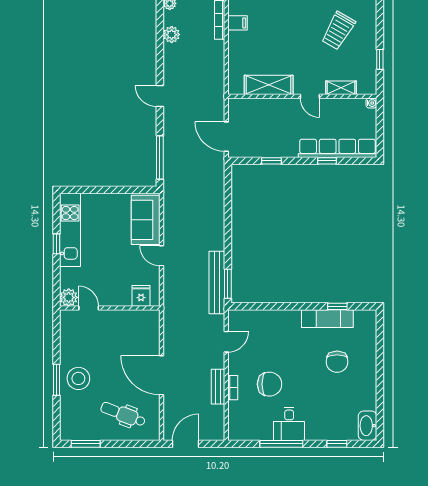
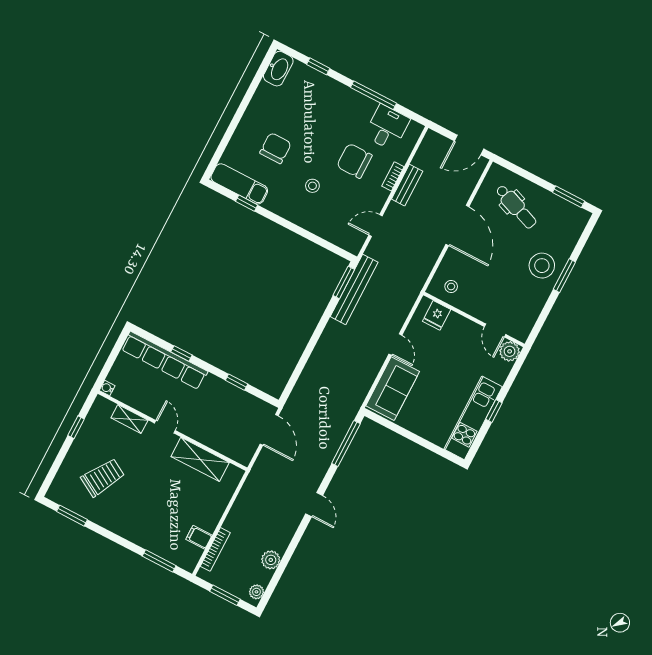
exam couch: (327, 319) -> (239, 184), moved
stool: (141, 325) -> (451, 286), added
stool: (292, 347) -> (312, 186), added
desk: (289, 424) -> (387, 127), moved

